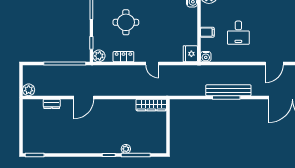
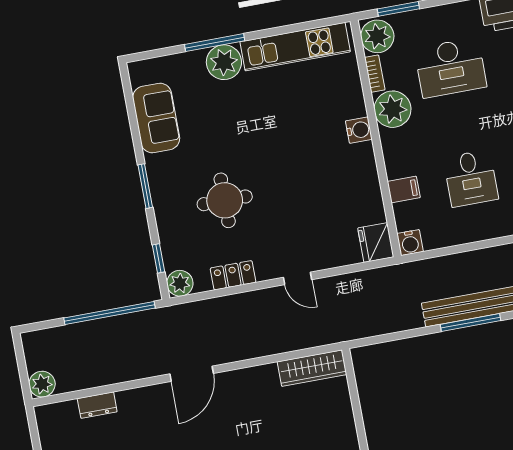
door: (84, 98) -> (192, 374), moved

